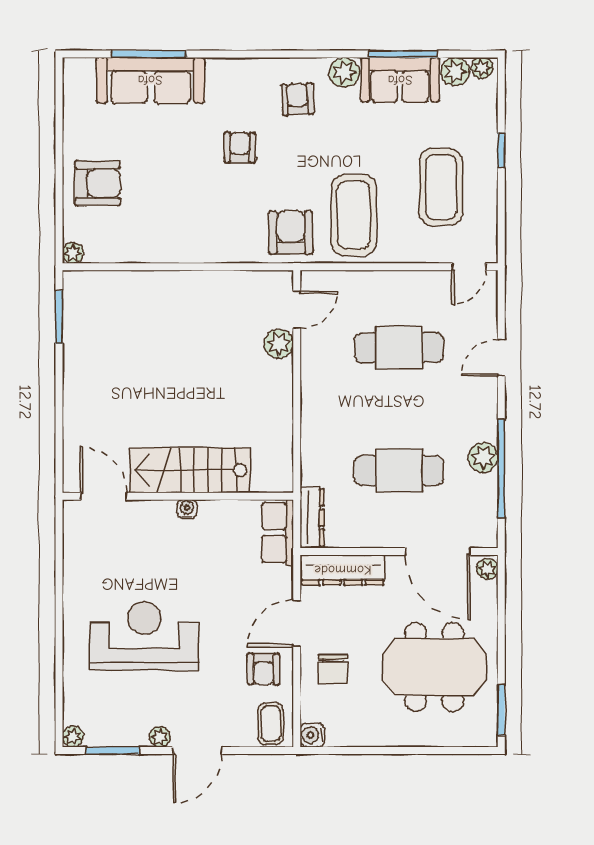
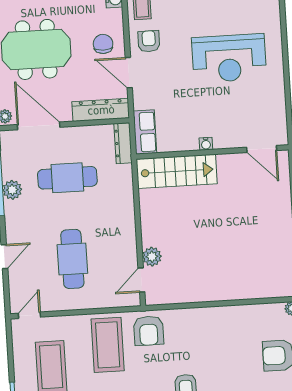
cafe table: (399, 348) -> (72, 259), turned 90
stairs: (190, 470) -> (177, 171), moved
door: (297, 623) -> (129, 73), swing flipped

